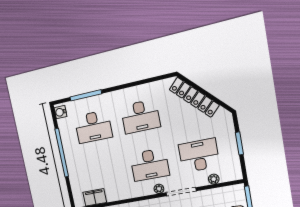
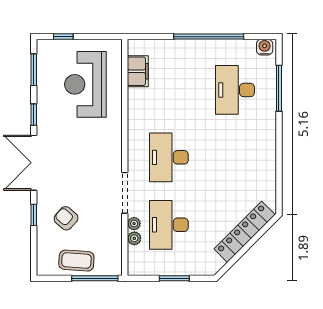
desk: (140, 117) -> (235, 157), removed
desk: (199, 155) -> (169, 225), turned 180
plant: (159, 189) -> (134, 224), moved

